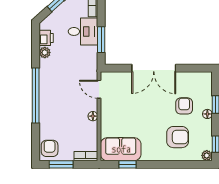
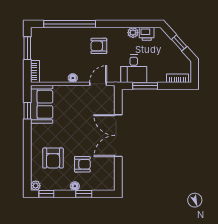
desk: (83, 31) -> (134, 69), moved
window: (36, 96) -> (70, 24), moved
armchair: (50, 148) -> (99, 46), moved, turned 180

